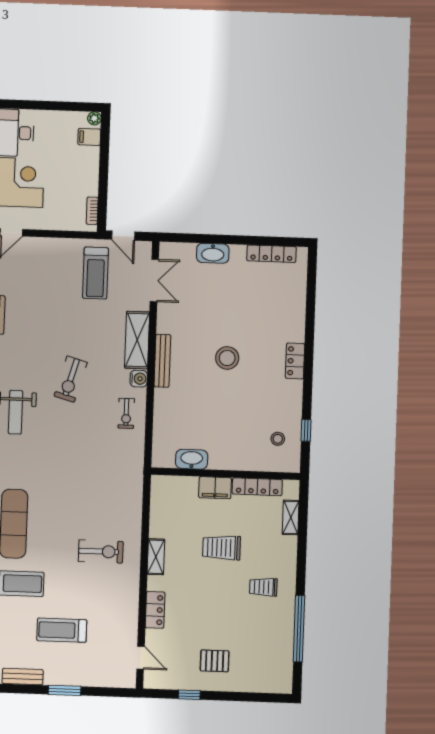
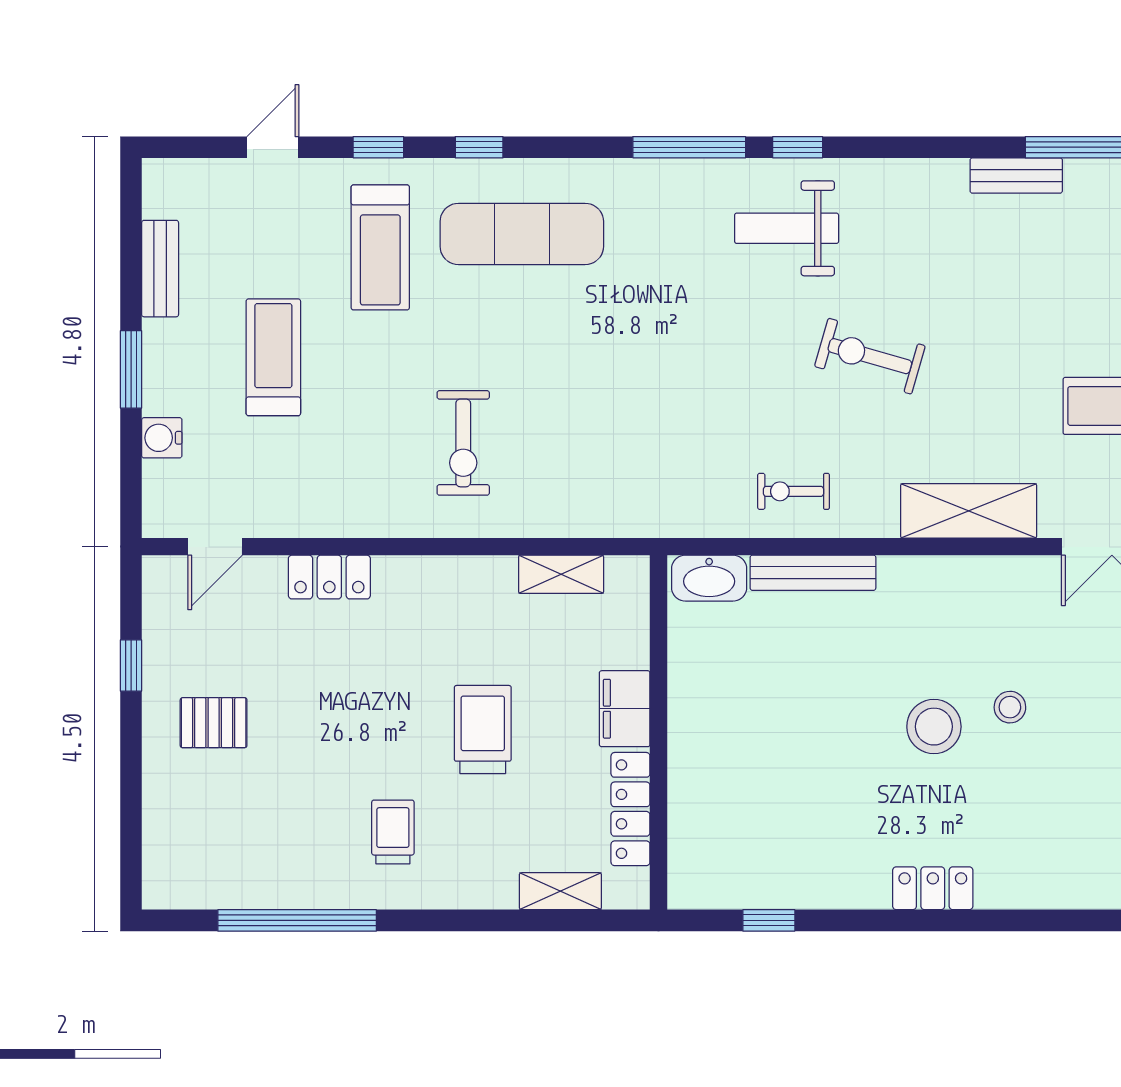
bench: (162, 361) -> (813, 573), moved
water cooler: (139, 379) -> (162, 438), moved, turned 90
stool: (278, 439) -> (1010, 707), moved
washbasin: (192, 459) -> (709, 578), moved, turned 90
shelving: (156, 557) -> (561, 574), moved
pallet: (215, 661) -> (214, 723), turned 90

